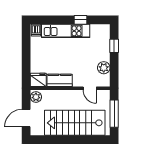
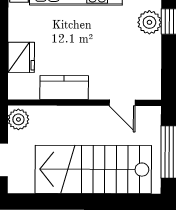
plant: (104, 68) -> (149, 22), moved
fridge: (38, 80) -> (21, 57), moved, turned 90

